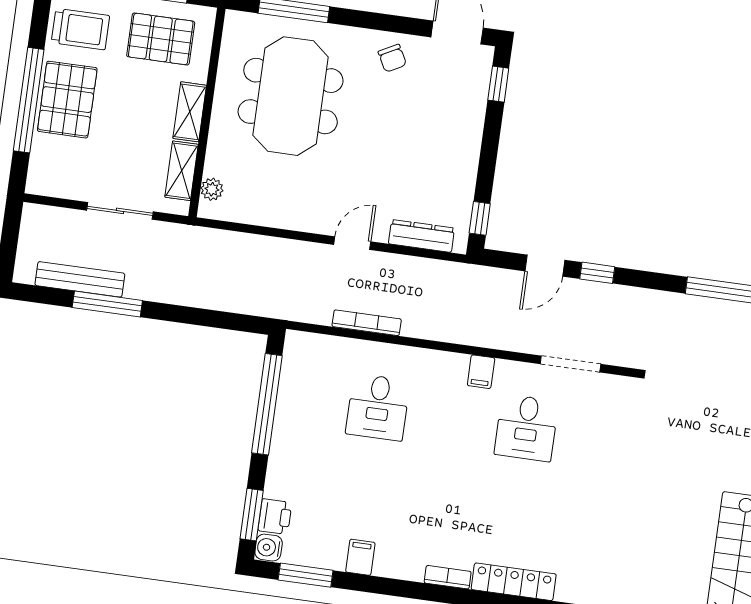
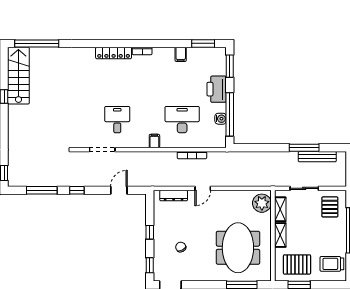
chair: (392, 58) -> (181, 247), moved
pallet: (67, 100) -> (330, 207), moved, width x0.67, depth x0.71
plant: (212, 189) -> (262, 203), width x1.88, depth x1.88
window: (480, 218) -> (150, 232), moved
window: (597, 273) -> (77, 190), moved
filing cabinet: (481, 372) -> (154, 141), moved
desk: (378, 407) -> (182, 120), width x1.37
printer: (275, 517) -> (217, 89), moved, width x1.87, depth x1.48
water cooler: (269, 548) -> (221, 119), moved

